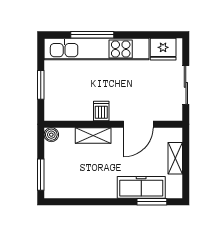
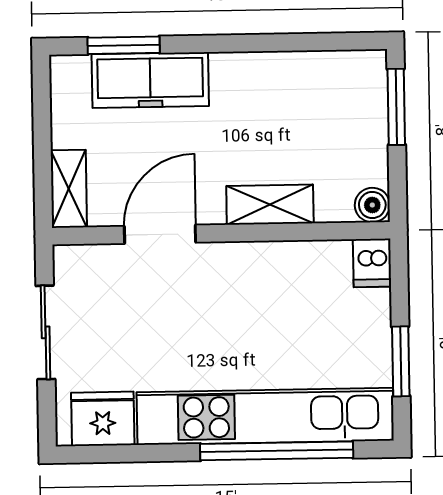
window: (92, 35) -> (277, 451), width x1.46
window: (41, 85) -> (401, 361), moved
dishwasher: (101, 111) -> (372, 263), moved
shelving: (175, 158) -> (69, 189), moved

